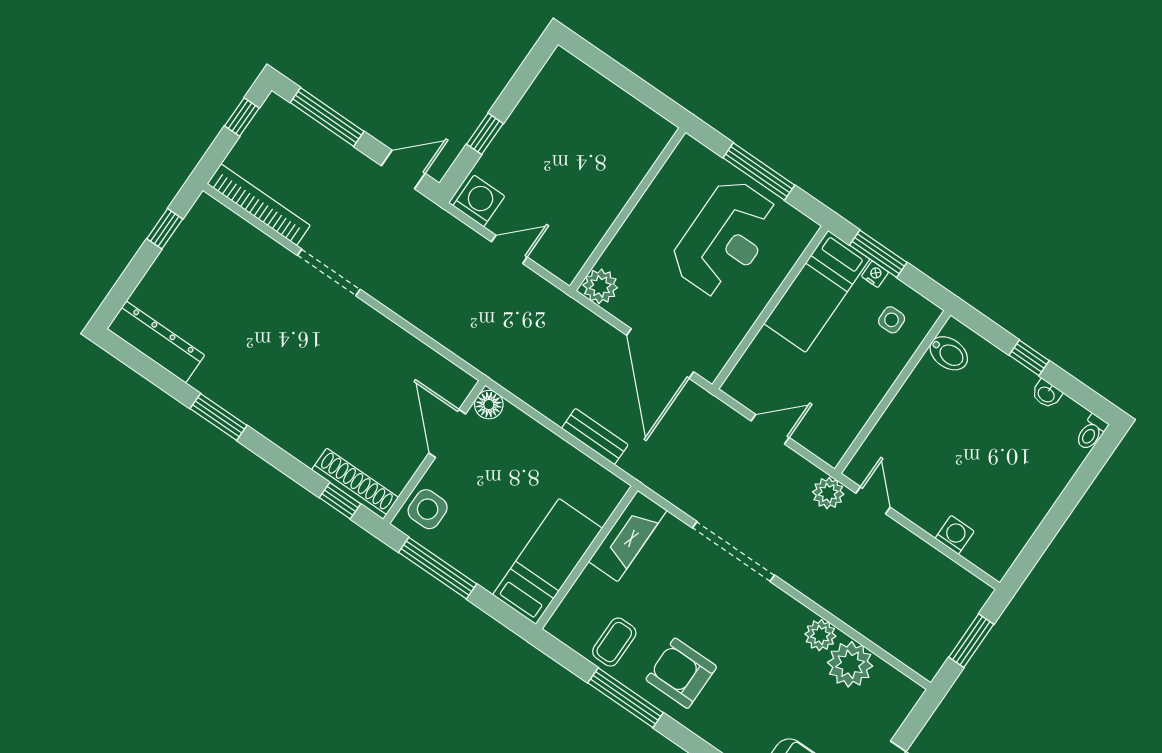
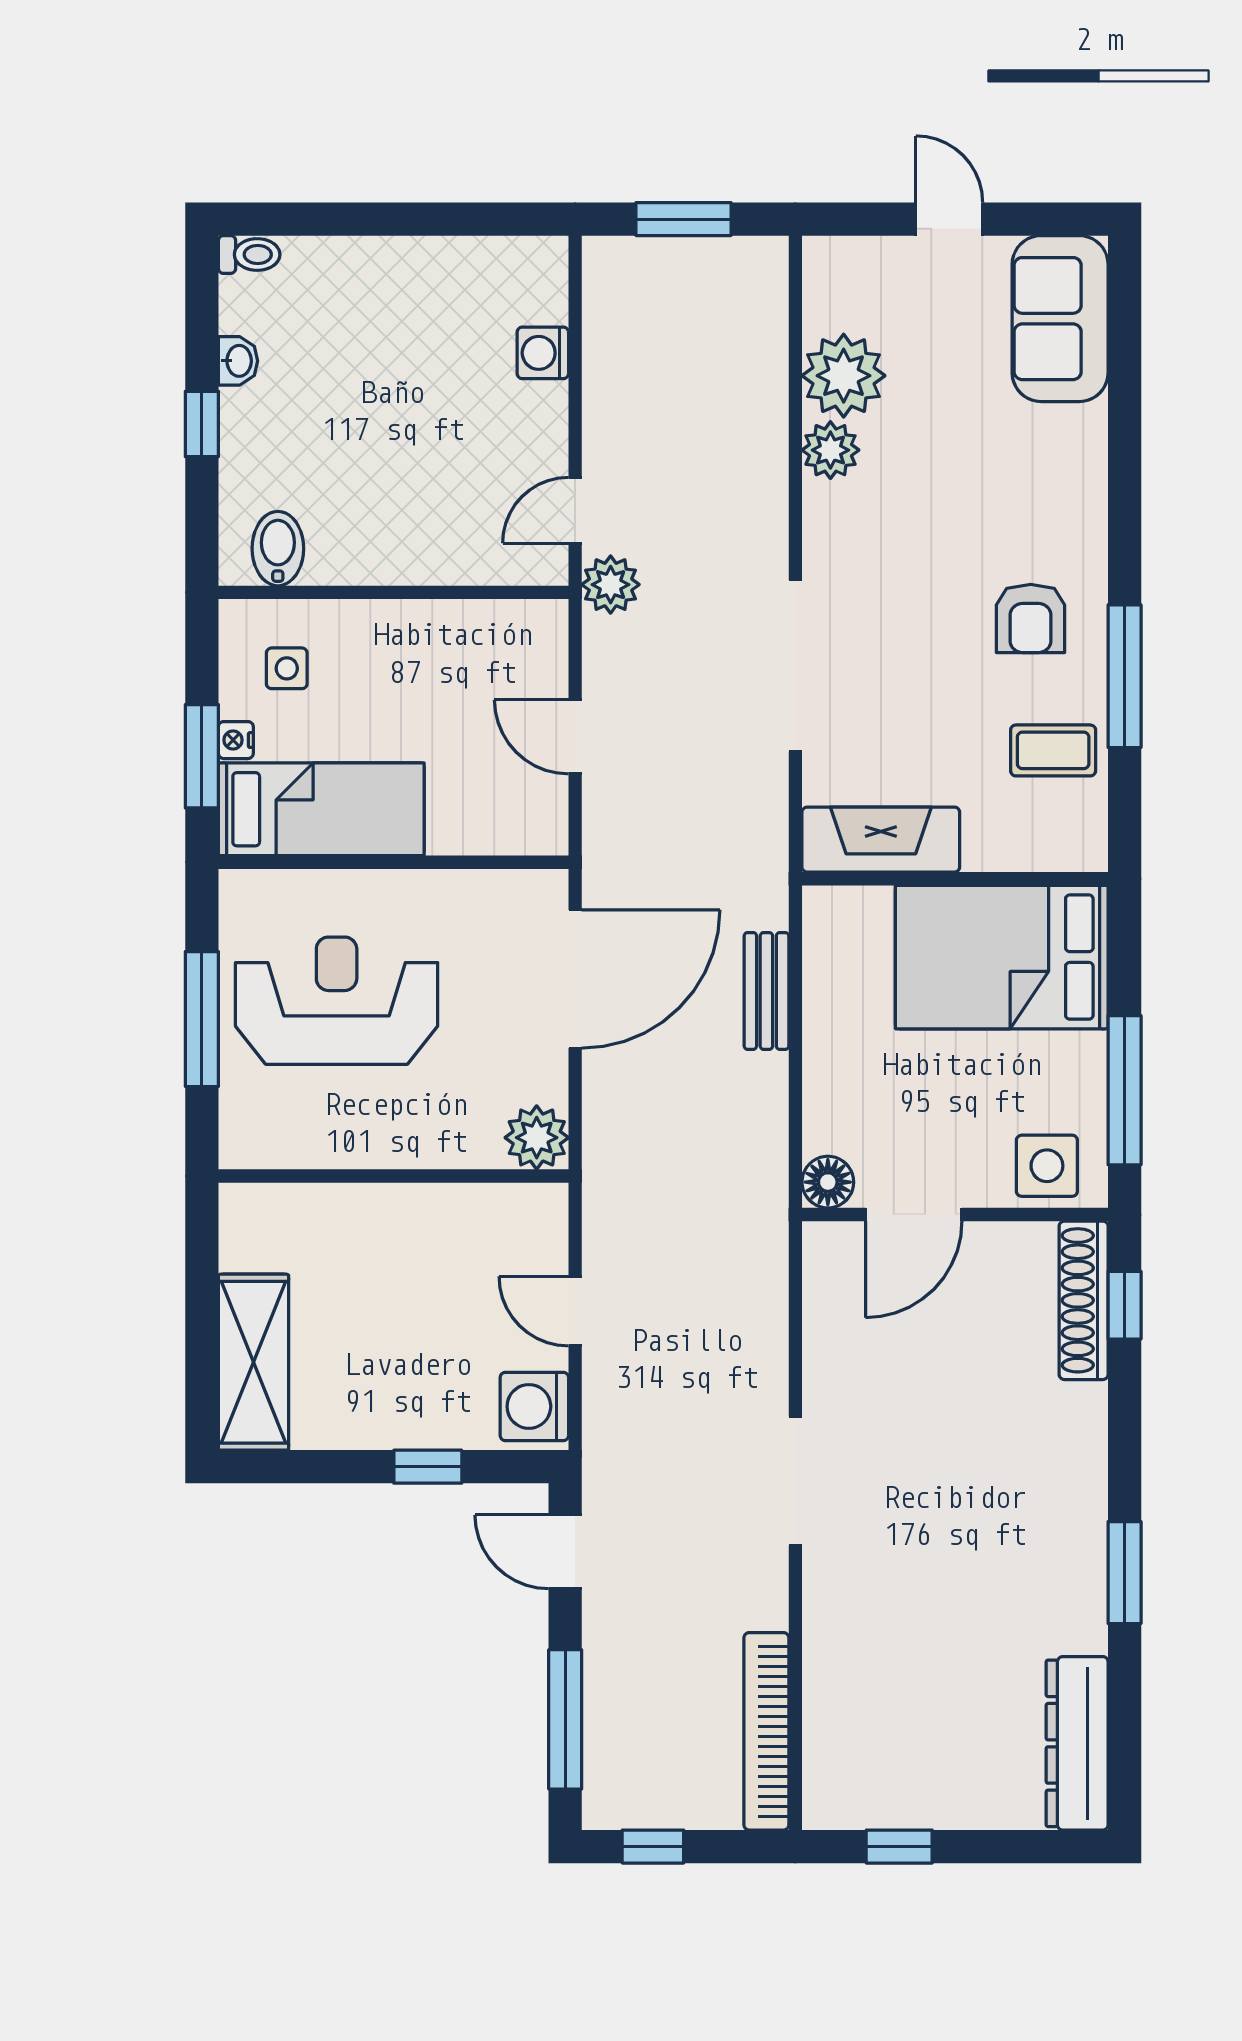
shelving: (587, 87) -> (254, 1362), added
doorway: (329, 272) -> (795, 1481), moved
bed: (547, 562) -> (1002, 957), width x1.50
armchair: (681, 673) -> (1031, 618), width x0.72, depth x0.72

